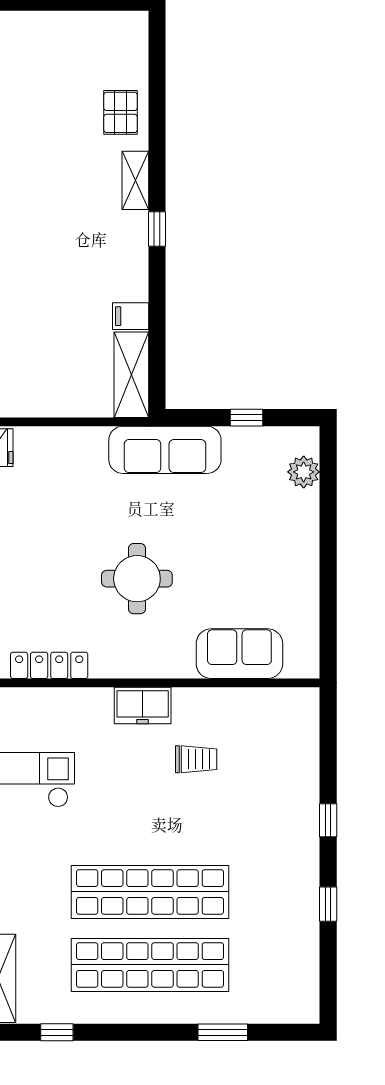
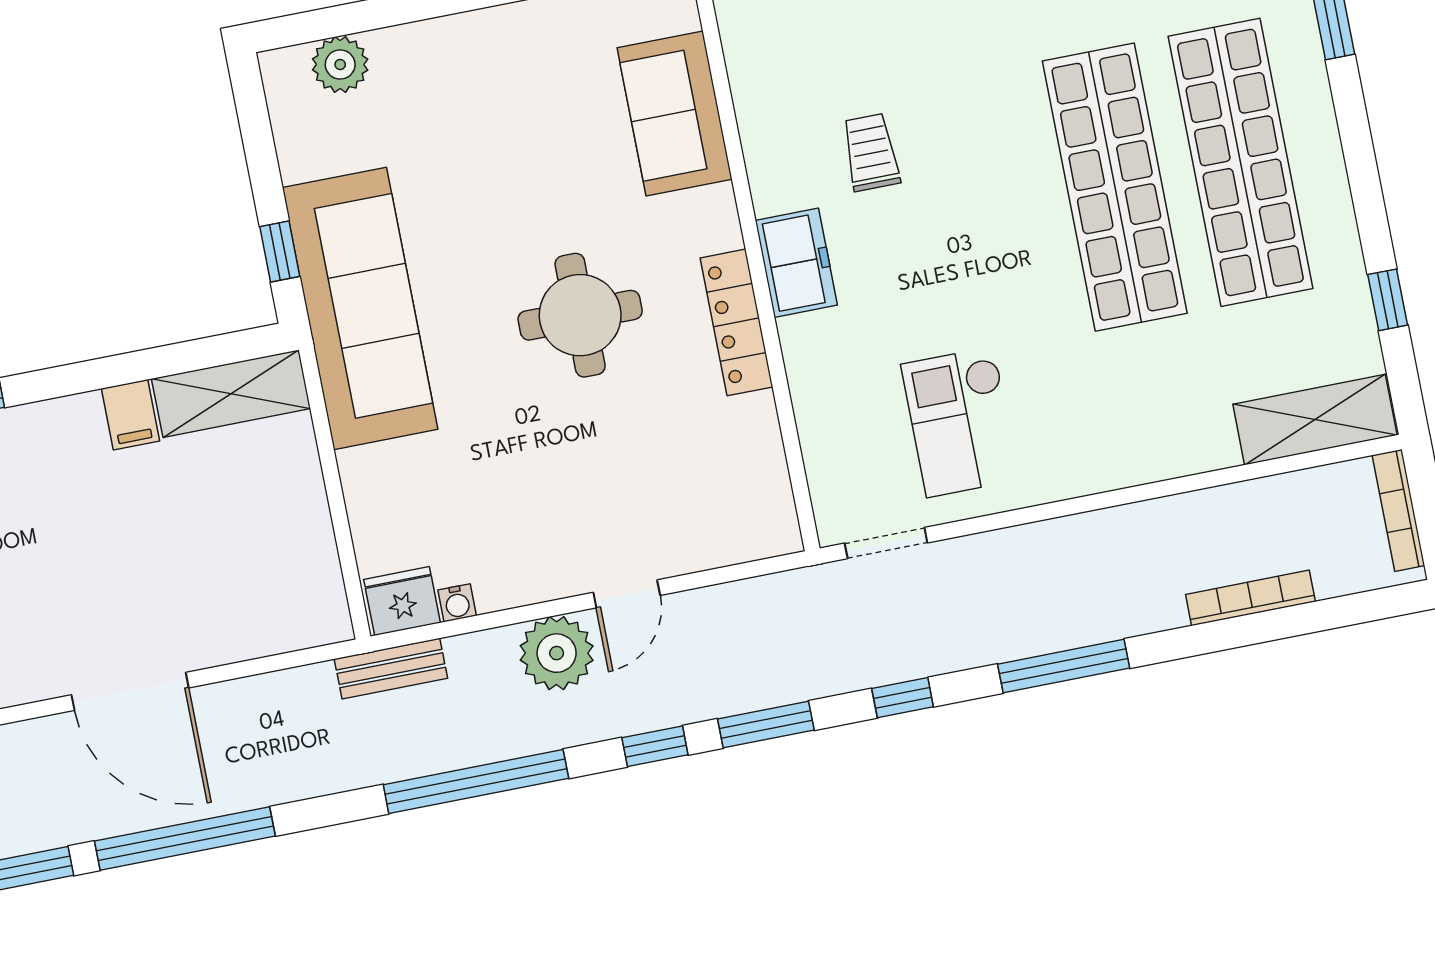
window: (247, 418) -> (280, 252), moved
sofa: (165, 450) -> (360, 308), width x1.36, depth x1.27
locker: (49, 665) -> (736, 322), moved

